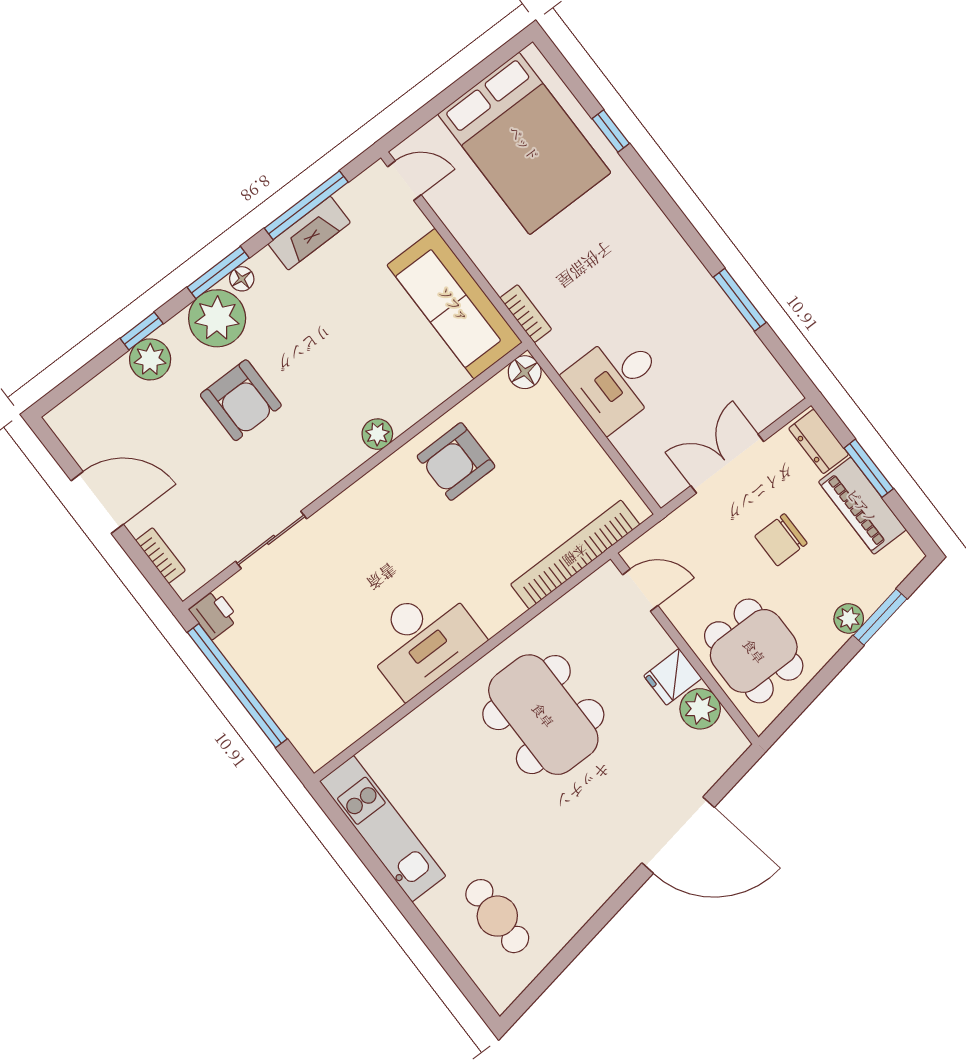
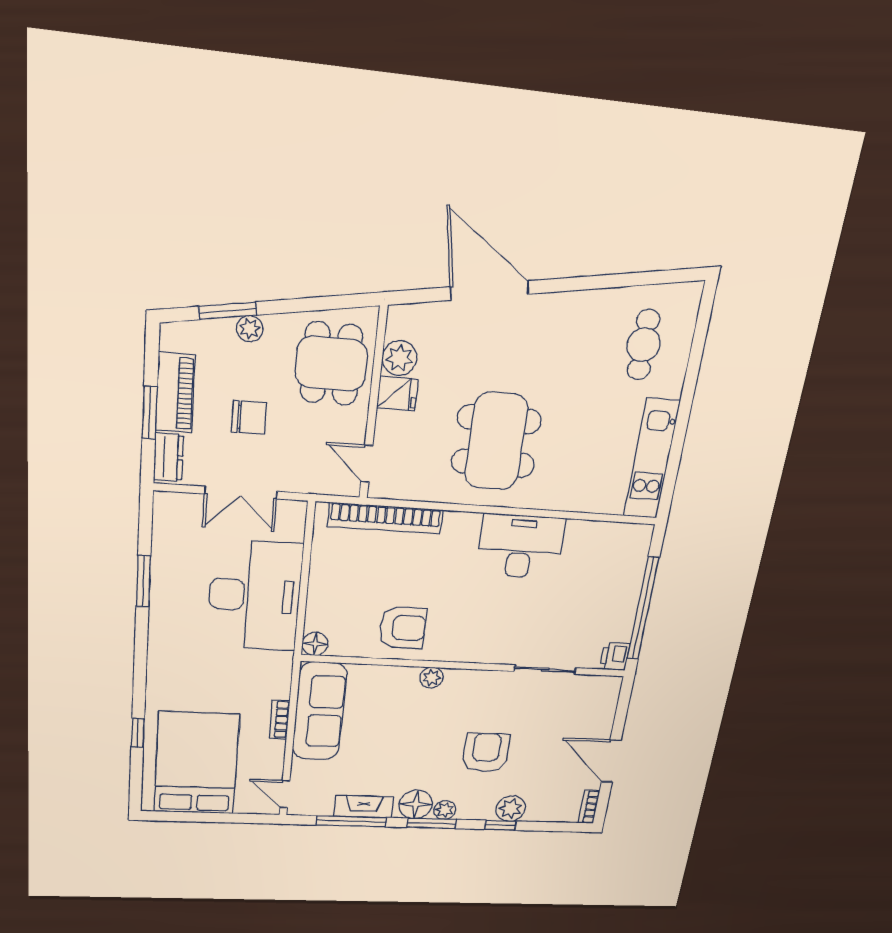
floor lamp: (242, 279) -> (416, 804), width x1.89, depth x1.89
bookcase: (526, 314) -> (279, 719), moved
plant: (217, 318) -> (445, 810), width x0.53, depth x0.53
desk: (616, 381) -> (255, 596), width x1.87, depth x1.30
bookcase: (161, 556) -> (589, 807), moved

